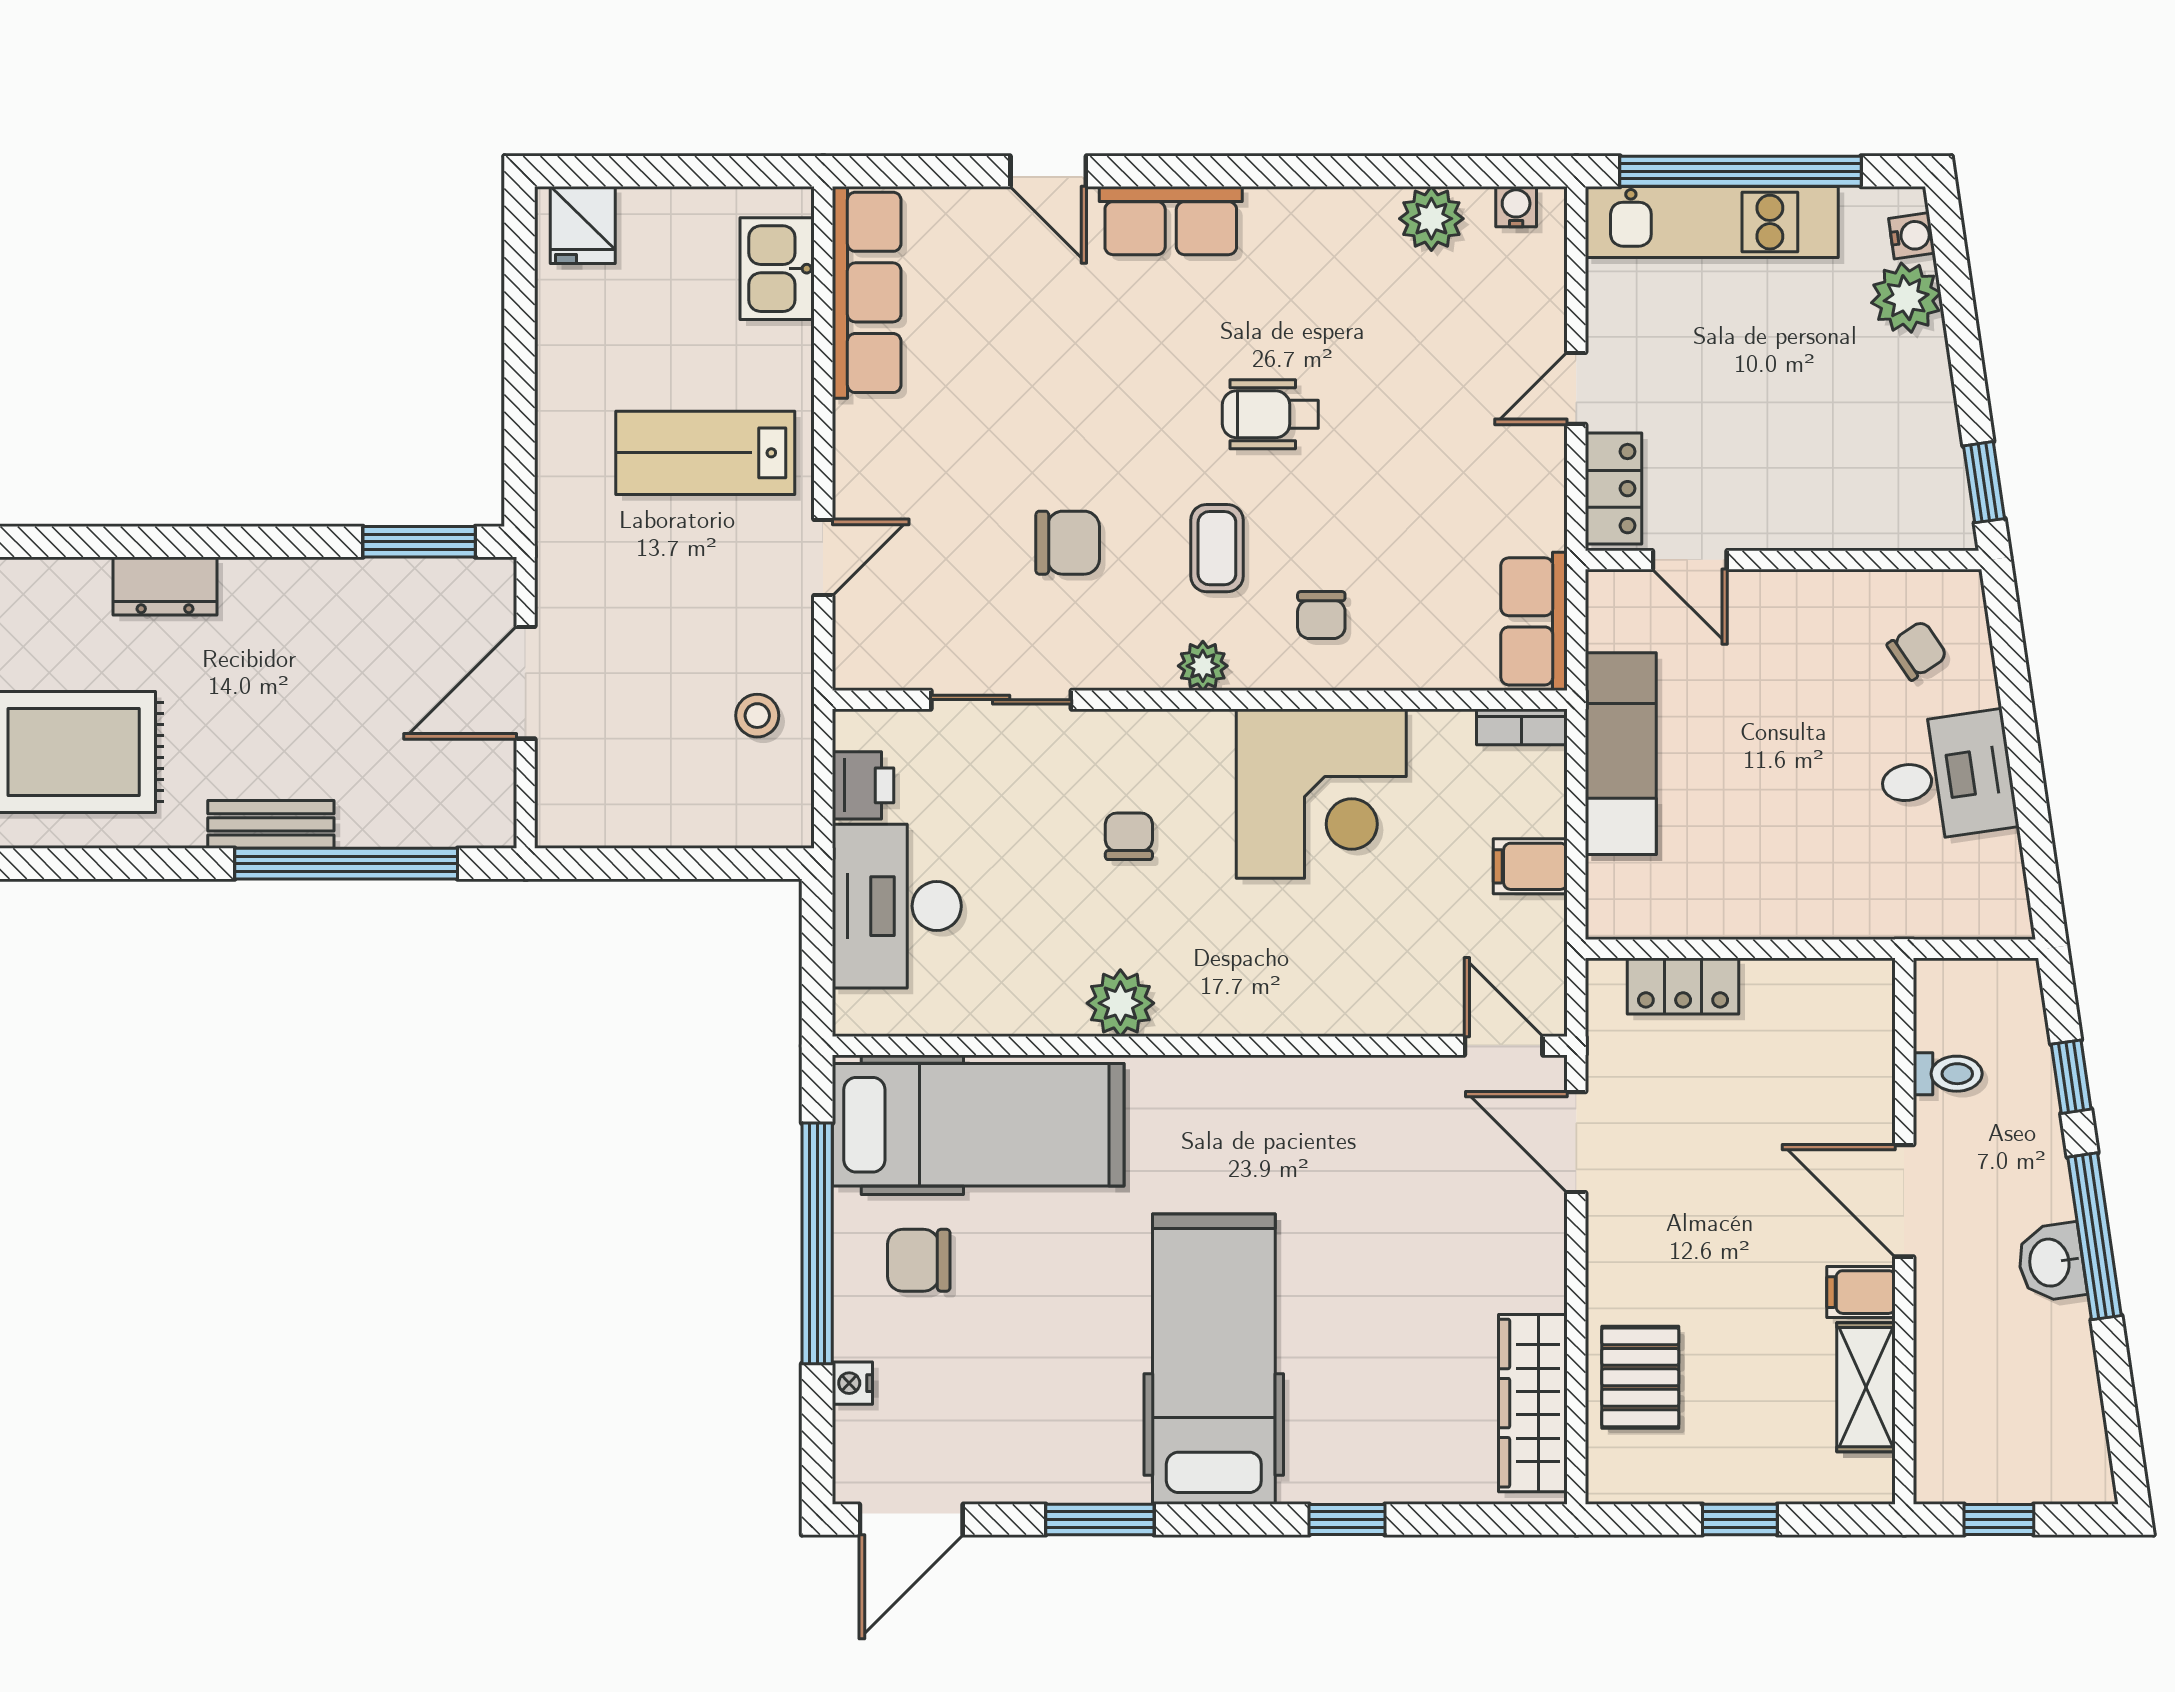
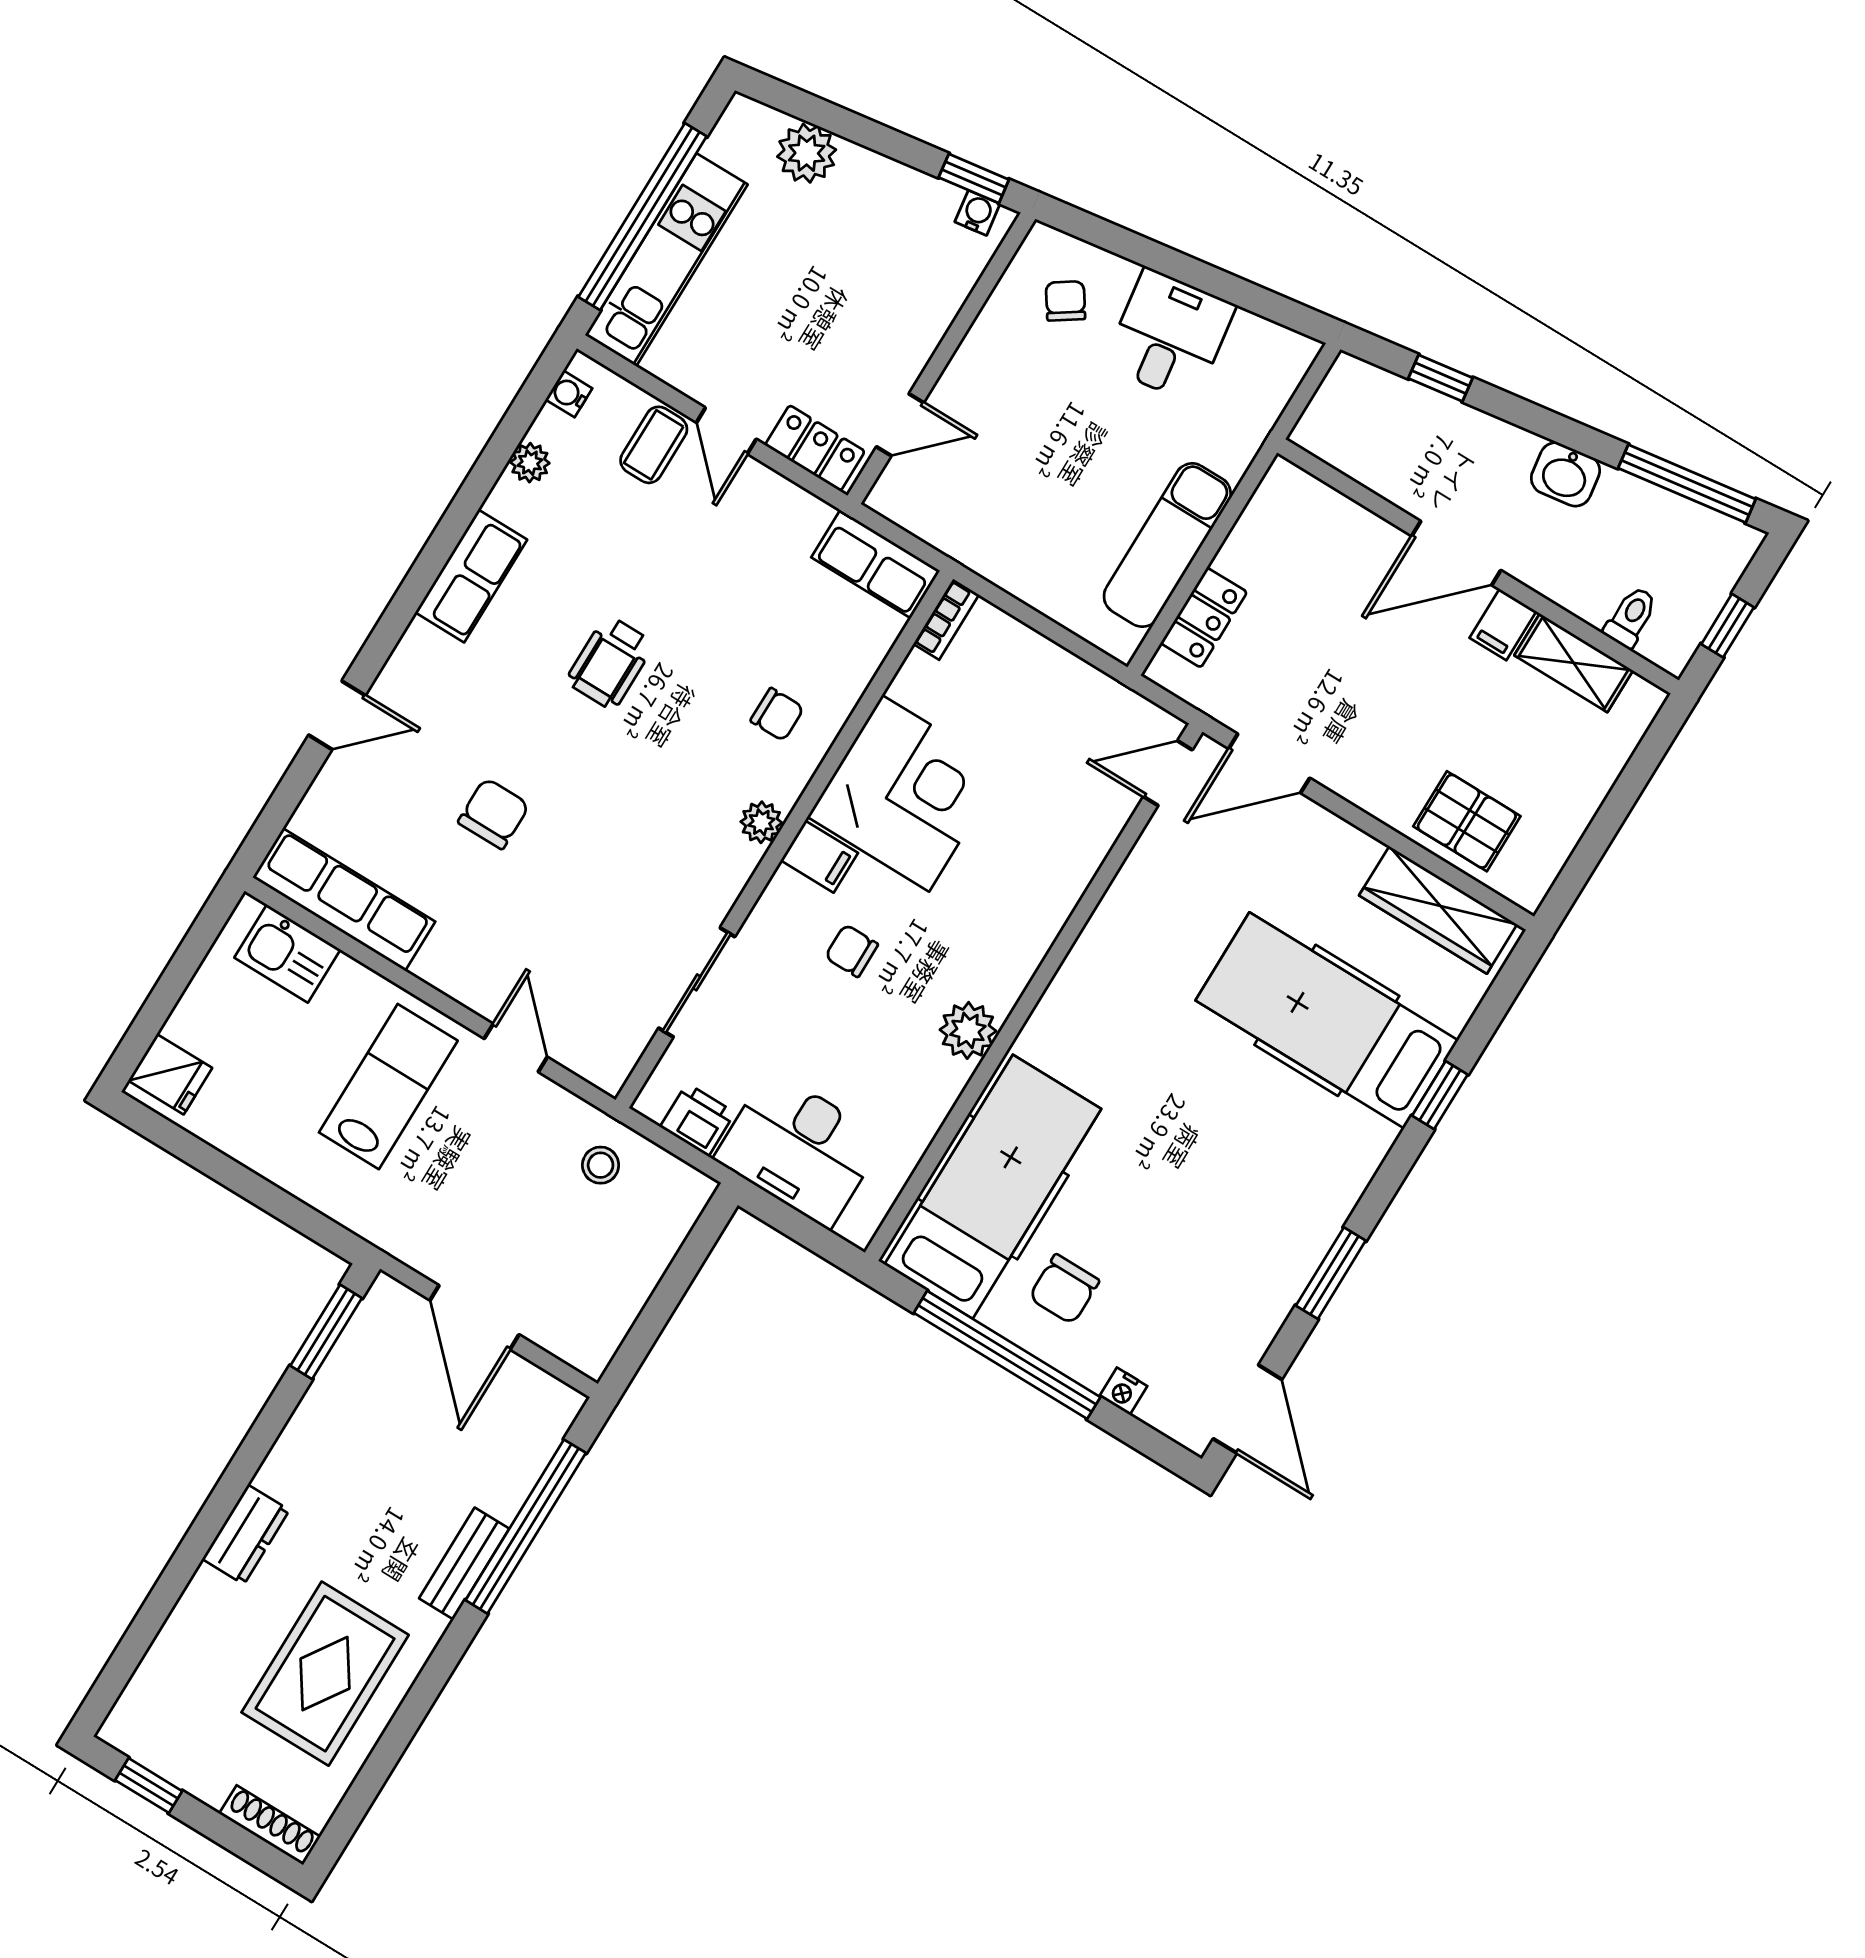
plant: (1431, 219) -> (530, 463), width x0.73, depth x0.73
row of seats: (1171, 221) -> (471, 576), moved
water cooler: (1912, 236) -> (977, 213), moved
lab bench: (705, 453) -> (388, 1087), turned 180
chair: (1068, 543) -> (494, 814), moved
coffee table: (1217, 548) -> (654, 445), moved, turned 90
exam couch: (1621, 754) -> (1167, 545), moved, turned -90
filing cabinet: (1530, 866) -> (819, 857), moved, turned -90
toilet: (1948, 1074) -> (1631, 617), moved
window: (2094, 1236) -> (1687, 484), moved
hospital bed: (1214, 1359) -> (1327, 1020), moved
window: (1740, 1520) -> (1613, 812), removed

